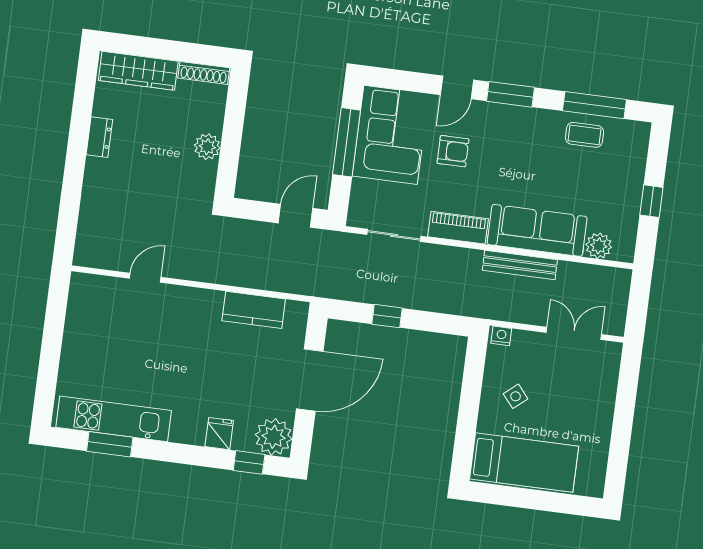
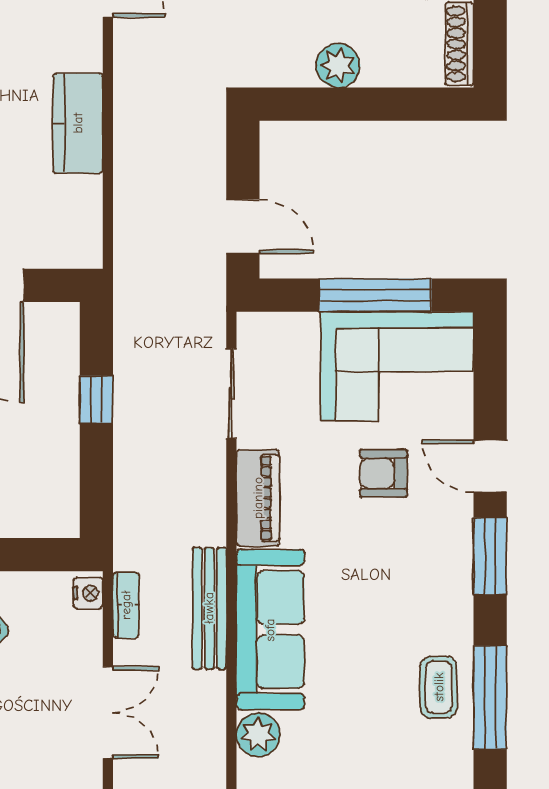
armchair: (453, 151) -> (384, 473), turned 90
kitchen counter: (254, 310) -> (78, 123), moved
bookcase: (511, 314) -> (126, 605), added

